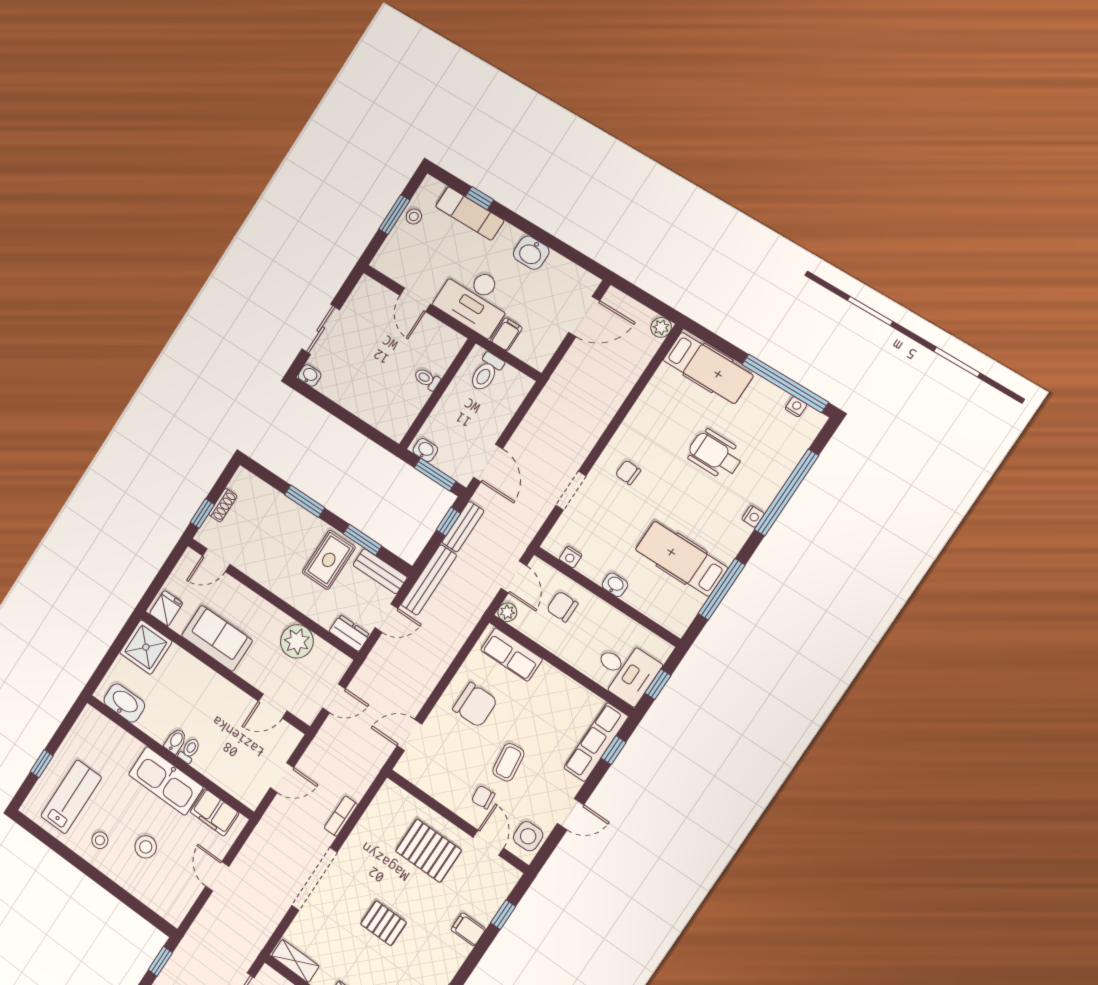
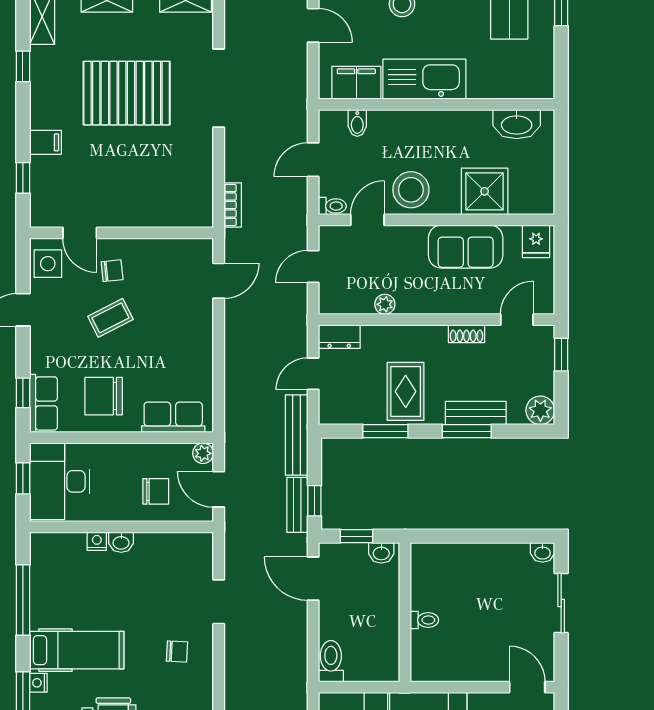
door: (415, 300) -> (527, 687), moved
toilet: (486, 372) -> (331, 661), moved
window: (435, 474) -> (357, 536), width x0.67
plant: (243, 482) -> (540, 410), added
shoe rack: (223, 505) -> (466, 334), moved, turned -90
nightstand: (571, 557) -> (97, 541), moved
hospital bed: (682, 559) -> (77, 650), moved
bench: (380, 571) -> (476, 413), moved
plant: (297, 641) -> (385, 304), width x0.53, depth x0.53
shower: (146, 647) -> (485, 191), moved
desk: (625, 671) -> (60, 481), width x1.37
chair: (475, 705) -> (104, 396), moved
stool: (228, 707) -> (411, 190), added
bidet: (176, 741) -> (357, 123), moved
row of seats: (596, 742) -> (43, 403), width x0.68
toilet: (189, 750) -> (332, 206), moved, turned -90
coffee table: (508, 762) -> (110, 318), turned 70
bookcase: (341, 816) -> (233, 205), moved
pallet: (428, 851) -> (130, 188), removed
pallet: (383, 923) -> (127, 93), width x2.05, depth x2.00

